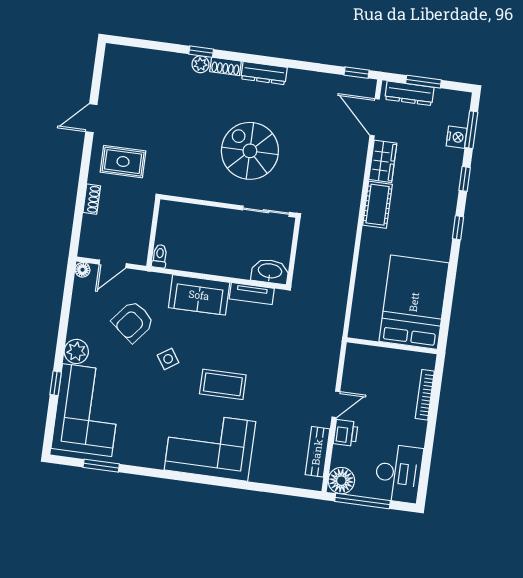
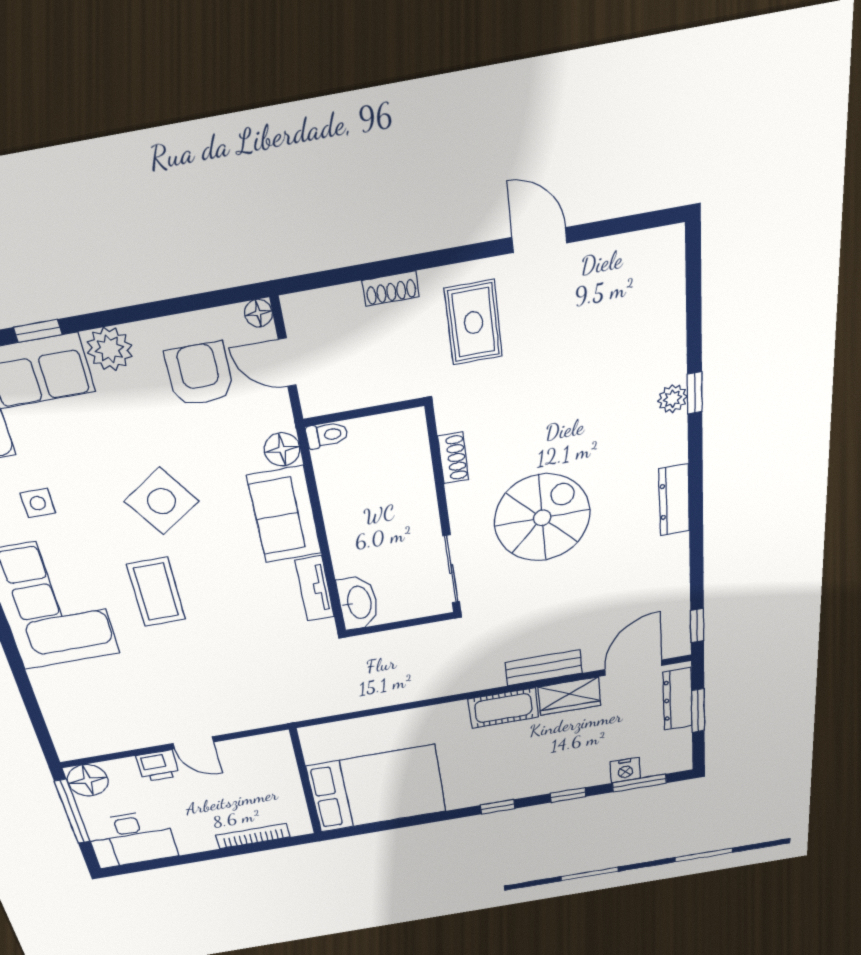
shoe rack: (226, 66) -> (453, 458), moved, turned 180
floor lamp: (160, 283) -> (282, 449), added
armchair: (133, 322) -> (200, 374), moved, turned 51
side table: (168, 359) -> (162, 501), width x1.87, depth x1.87
side table: (147, 426) -> (38, 503), added
bench: (317, 452) -> (544, 668), moved

